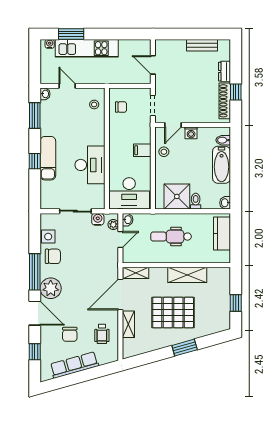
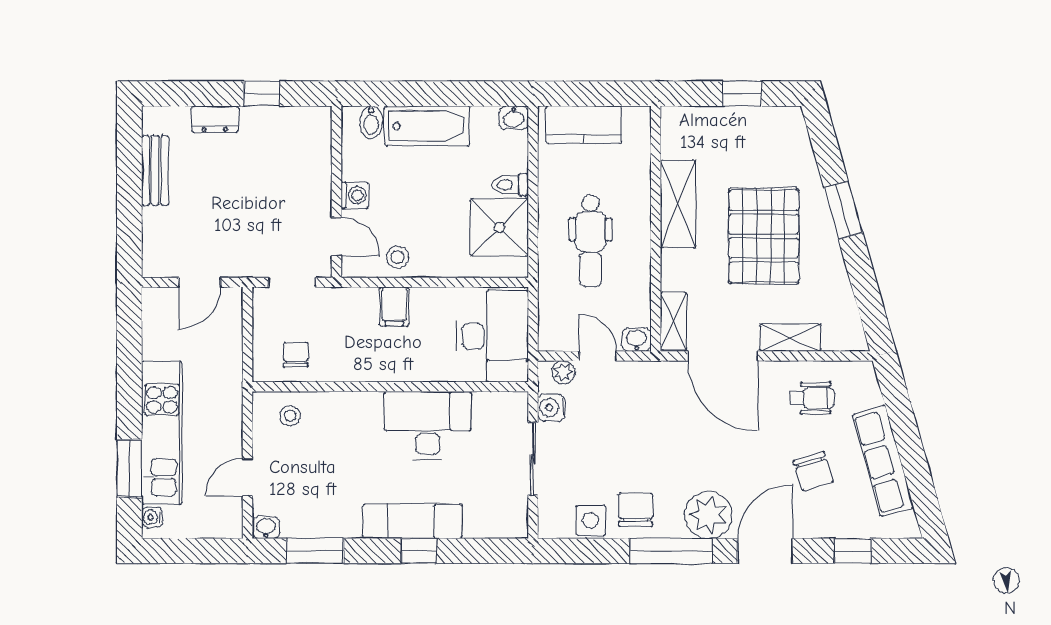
shoe rack: (225, 101) -> (282, 119), removed
washbasin: (128, 220) -> (637, 340), moved
chair: (70, 334) -> (813, 471), turned 73

